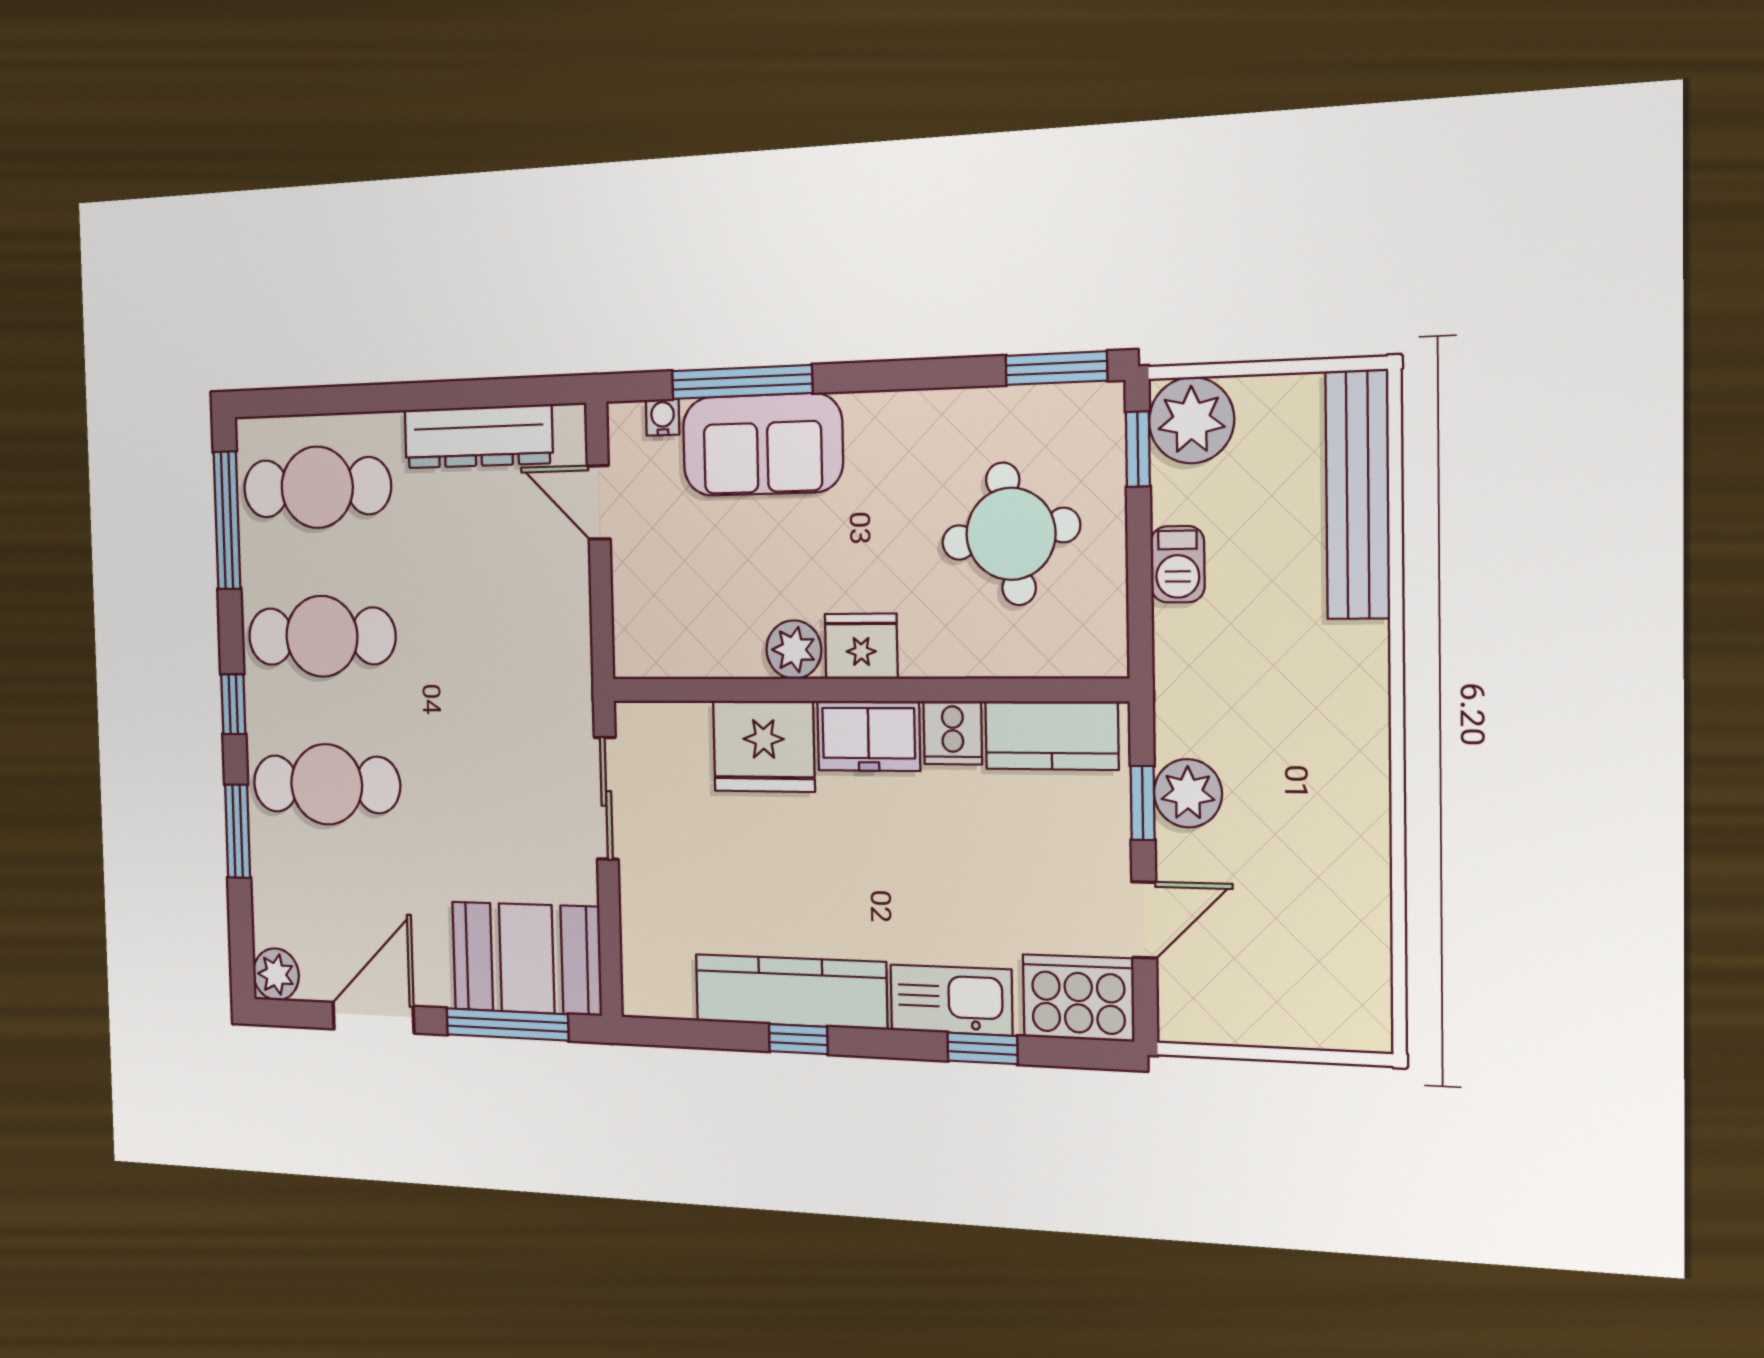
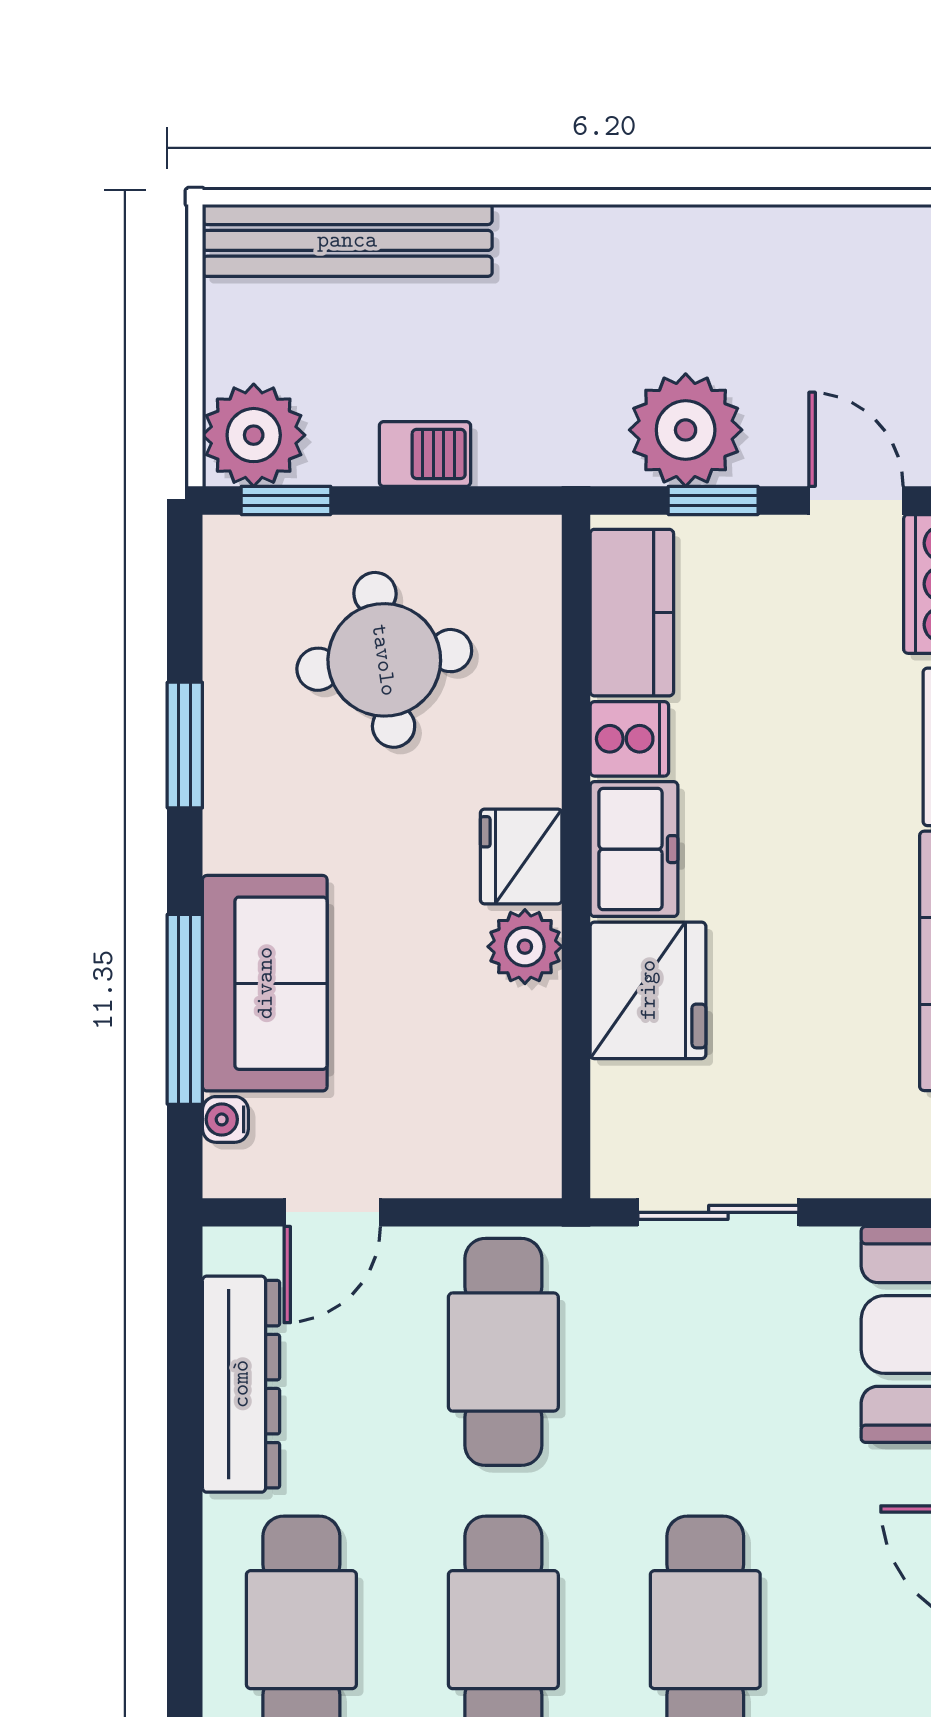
window: (1056, 368) -> (185, 745), moved
cafe table: (506, 635) -> (503, 1352), added
plant: (1188, 793) -> (686, 430), width x1.36, depth x1.36

